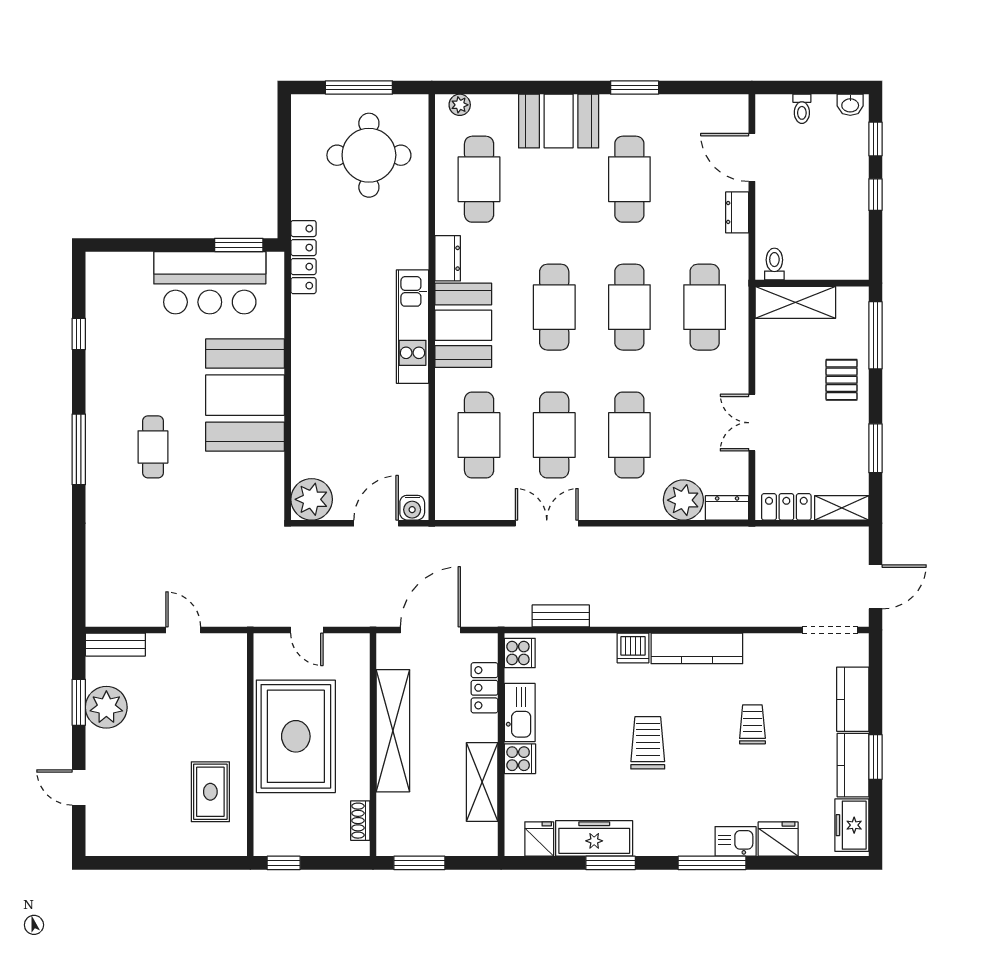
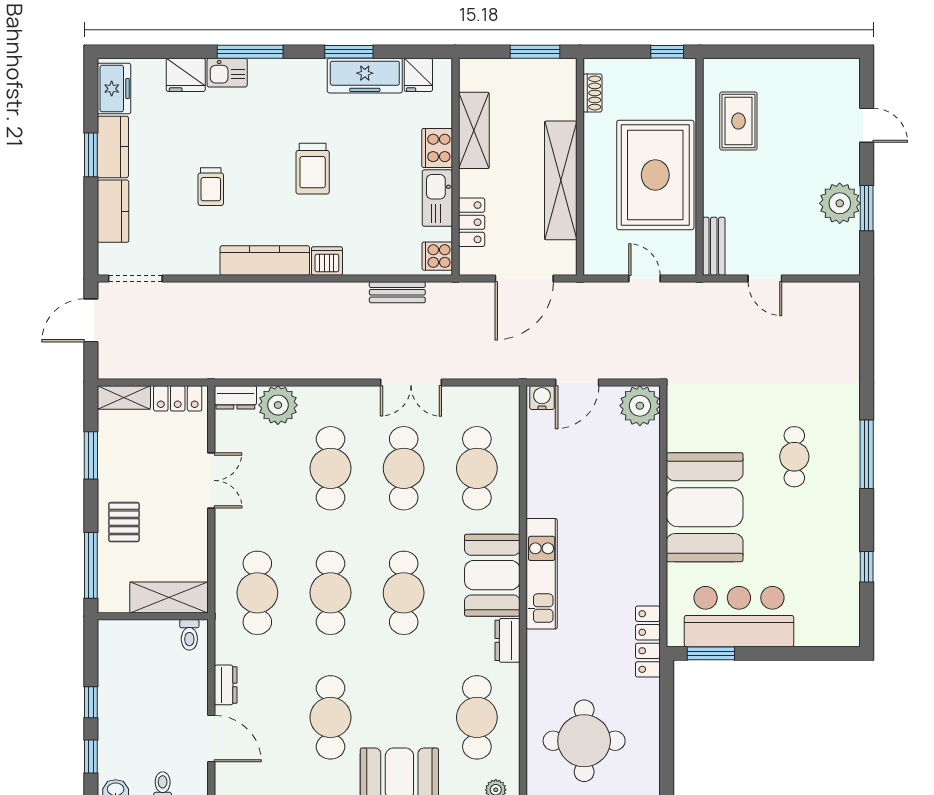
bench: (115, 645) -> (714, 246), moved, turned 90
cooker: (520, 759) -> (437, 148), width x1.36

